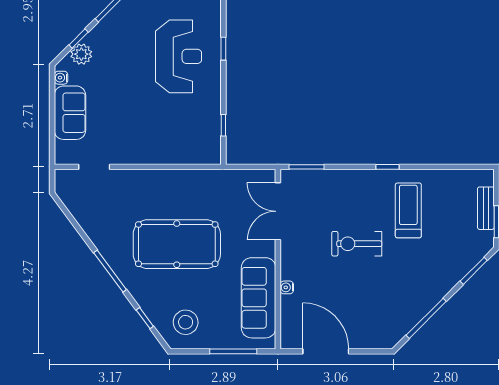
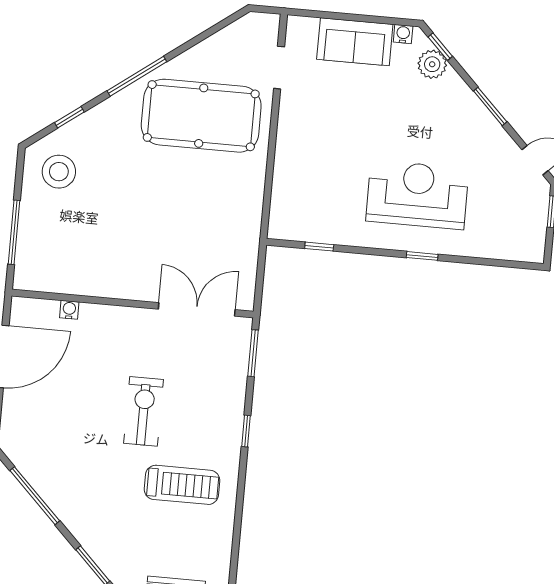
window: (79, 39) -> (440, 47), moved
reception desk: (179, 56) -> (417, 195), turned 180
window: (388, 167) -> (246, 431), moved
pool table: (177, 244) -> (201, 116), moved, turned 90
water cooler: (287, 287) -> (69, 310), moved
sofa: (259, 298) -> (83, 273), removed

